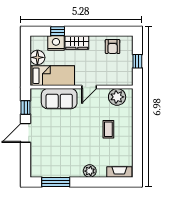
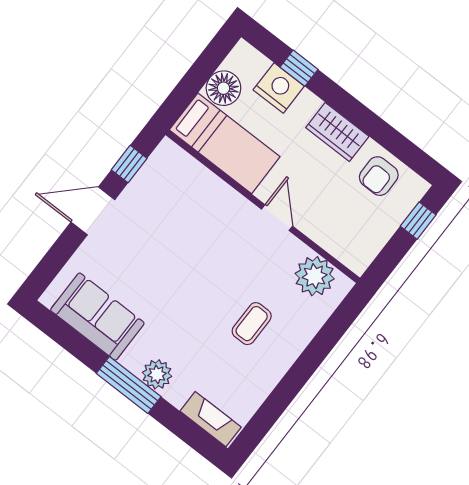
wardrobe: (77, 43) -> (337, 132), moved
window: (137, 61) -> (418, 221), moved
door: (89, 87) -> (277, 218), swing flipped
sofa: (59, 99) -> (97, 317), moved, turned 180
window: (56, 182) -> (129, 385), moved

